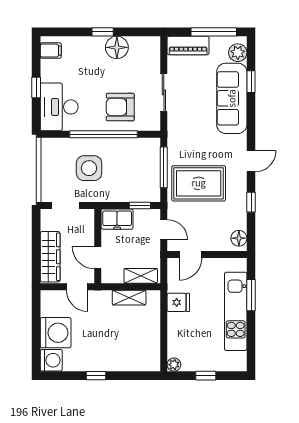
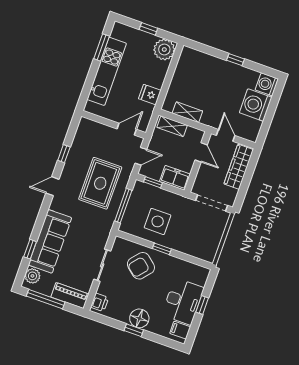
floor lamp: (117, 47) -> (139, 318), moved
printer: (152, 50) -> (100, 302), added
desk: (59, 107) -> (183, 301), moved
armchair: (120, 107) -> (141, 266), turned 130
window: (104, 134) -> (162, 249), width x0.32
side table: (89, 168) -> (158, 221), moved
rug: (199, 183) -> (100, 183), turned 90
doorway: (66, 205) -> (212, 203), width x1.38
door: (164, 230) -> (141, 156), swing flipped
floor lamp: (239, 238) -> (84, 128), removed
window: (251, 295) -> (102, 47), moved
plant: (174, 365) -> (164, 49), width x1.88, depth x1.88

